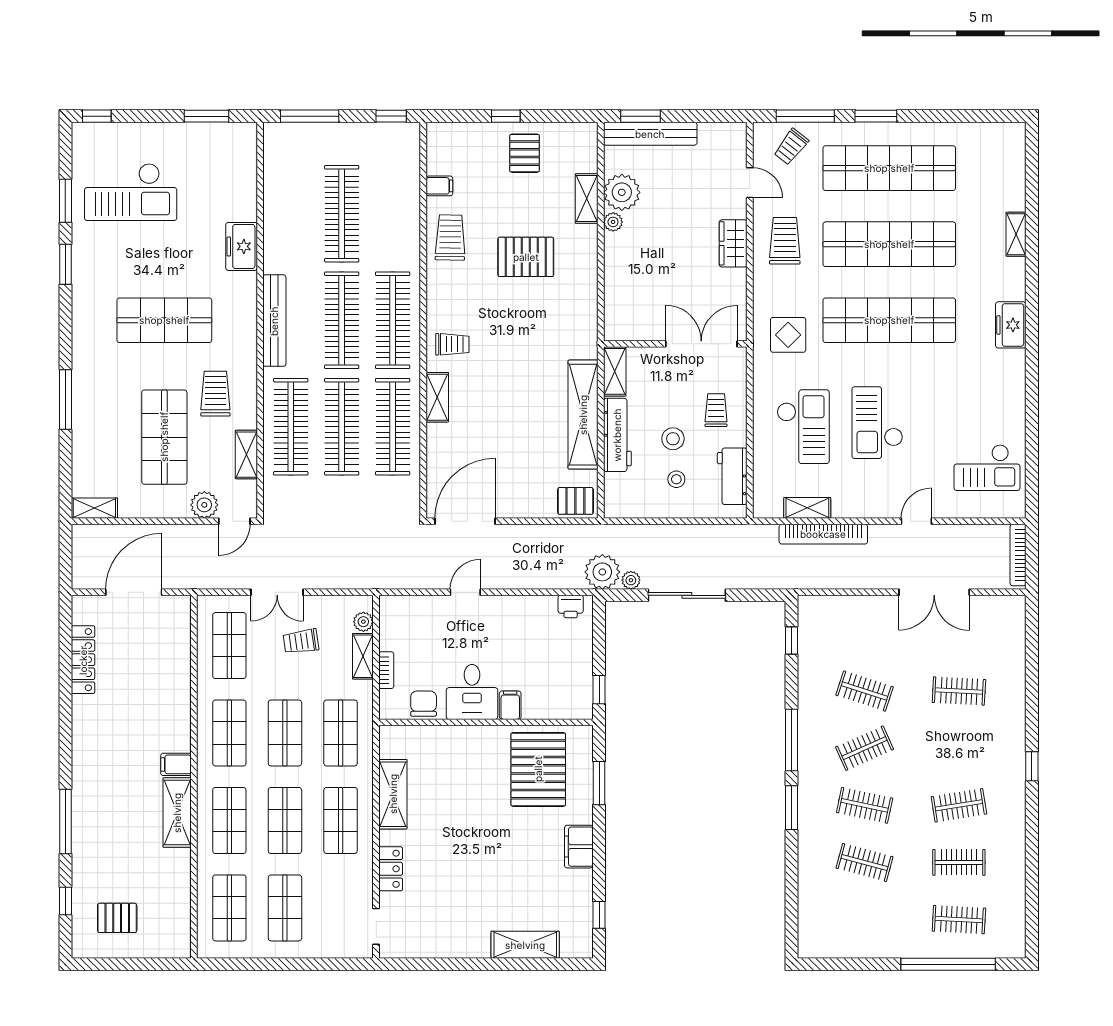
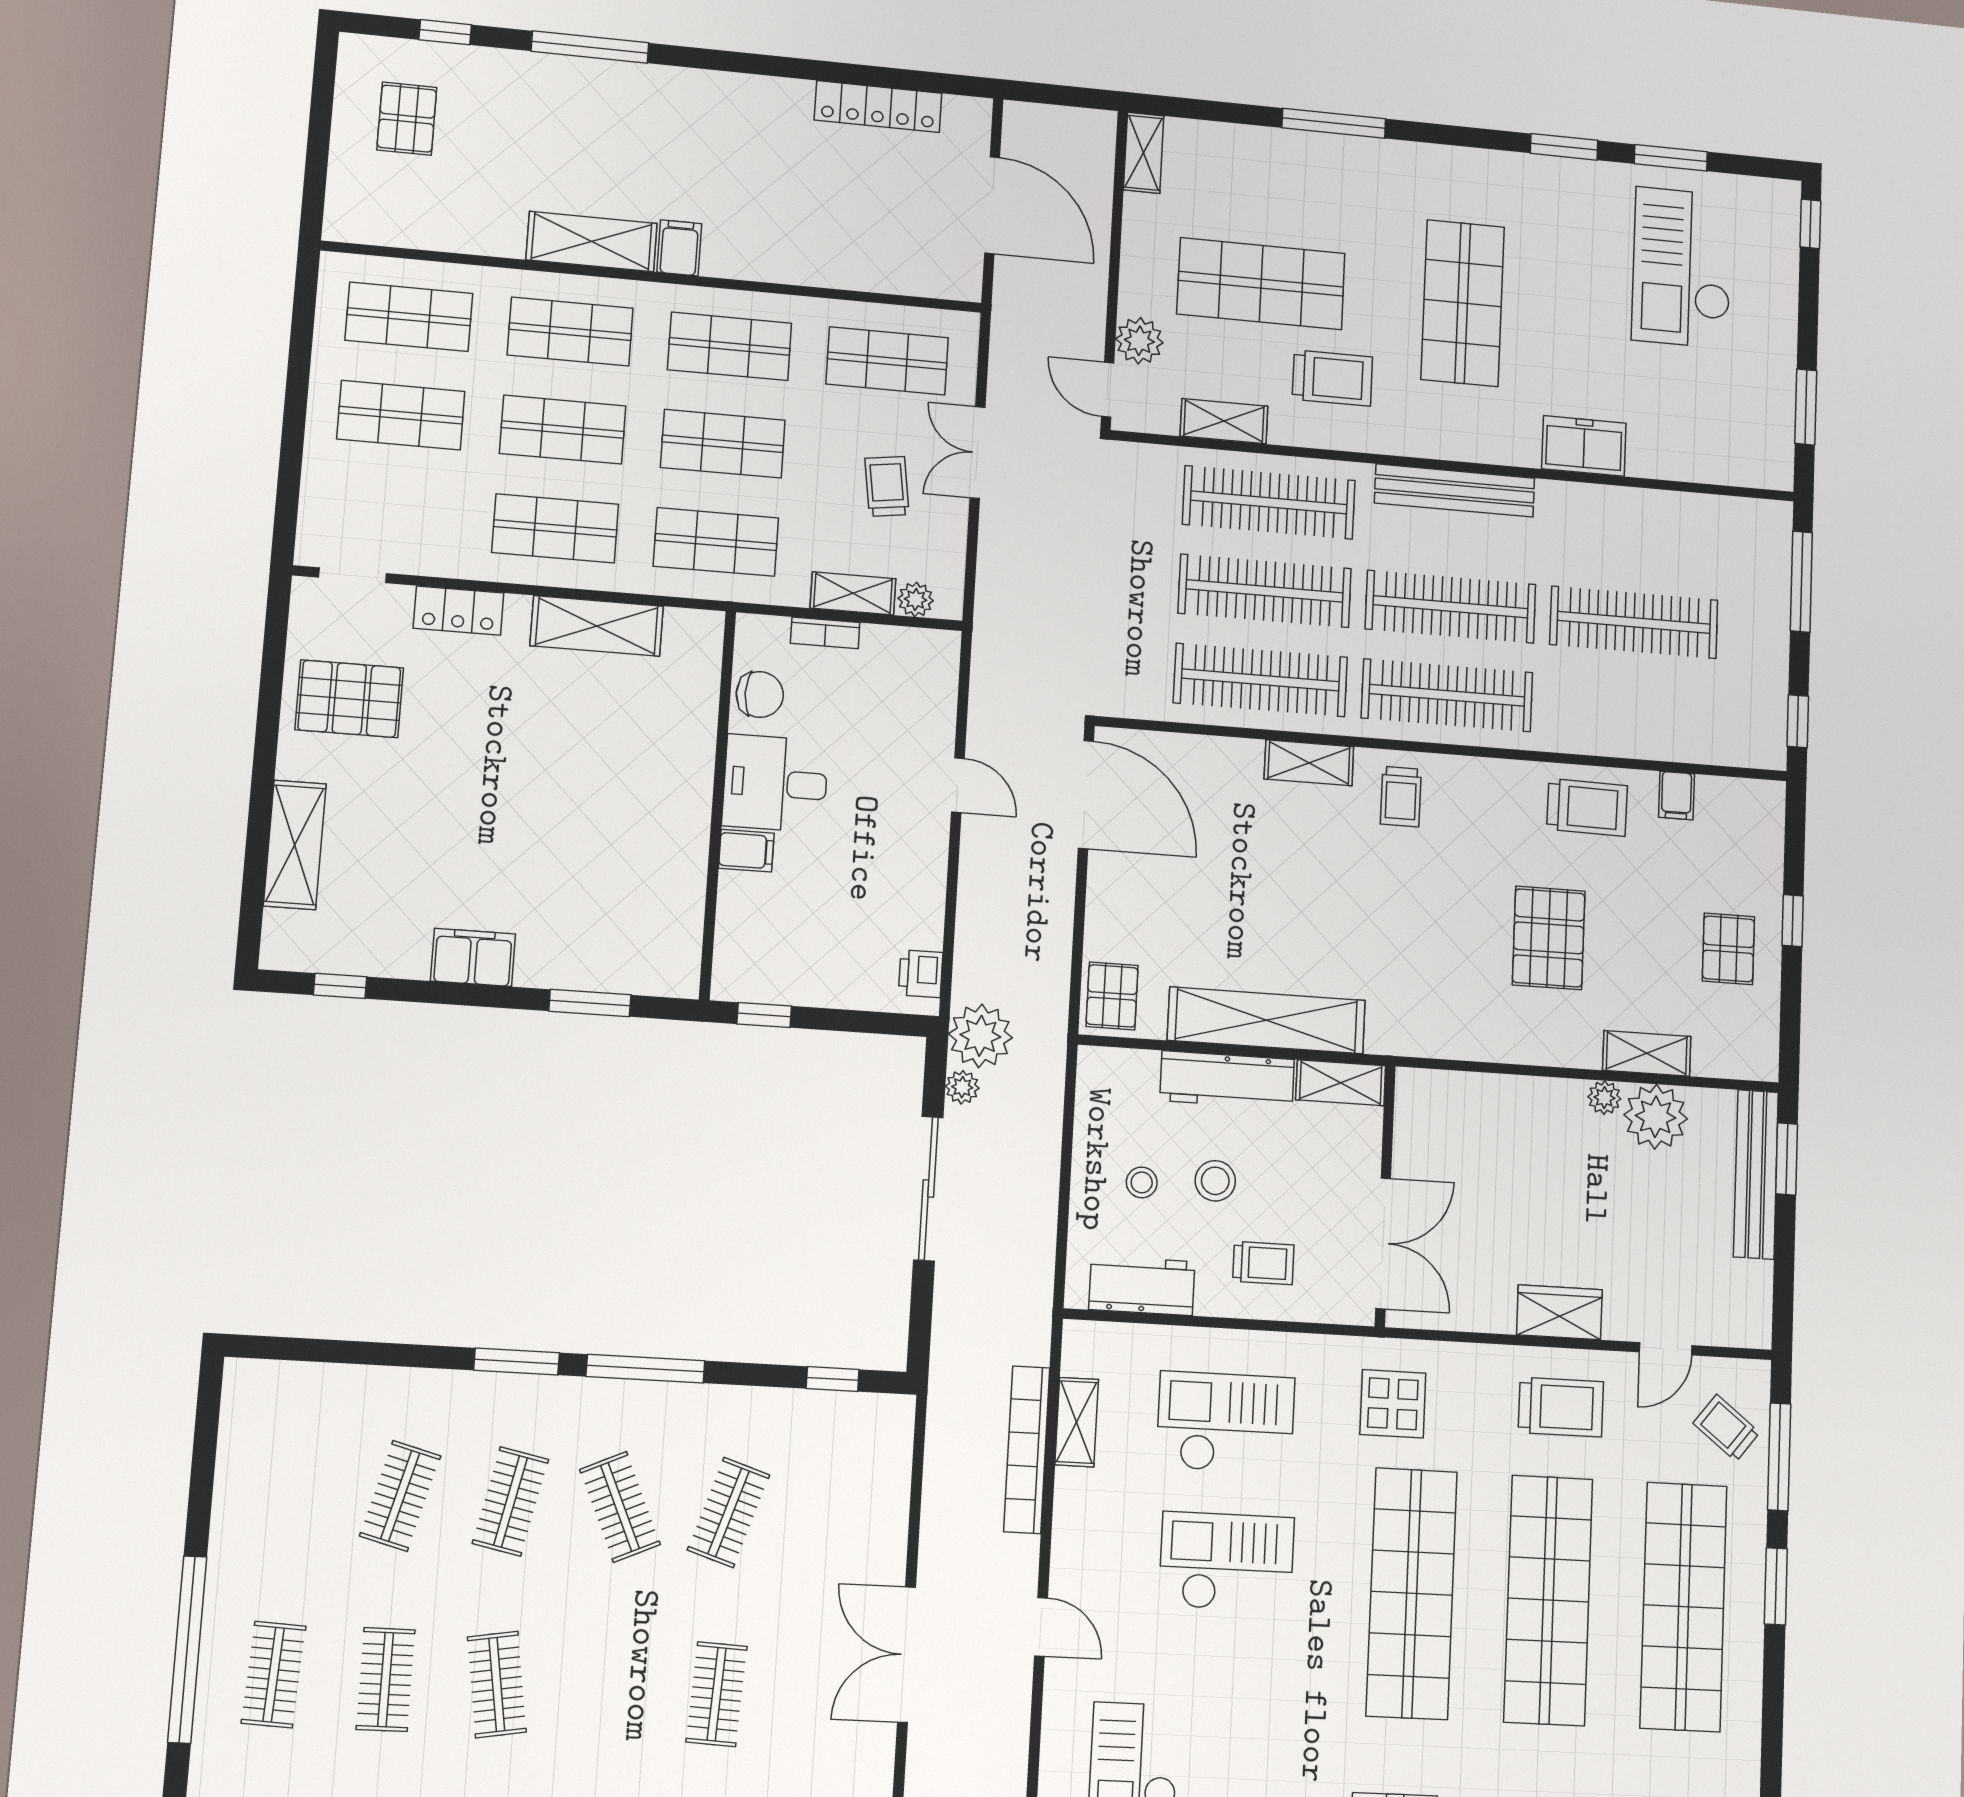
pallet: (525, 153) -> (1728, 949), turned 90
checkout: (803, 427) -> (1226, 1422), turned 180
pallet: (538, 769) -> (349, 699), moved, width x0.73, depth x0.71

